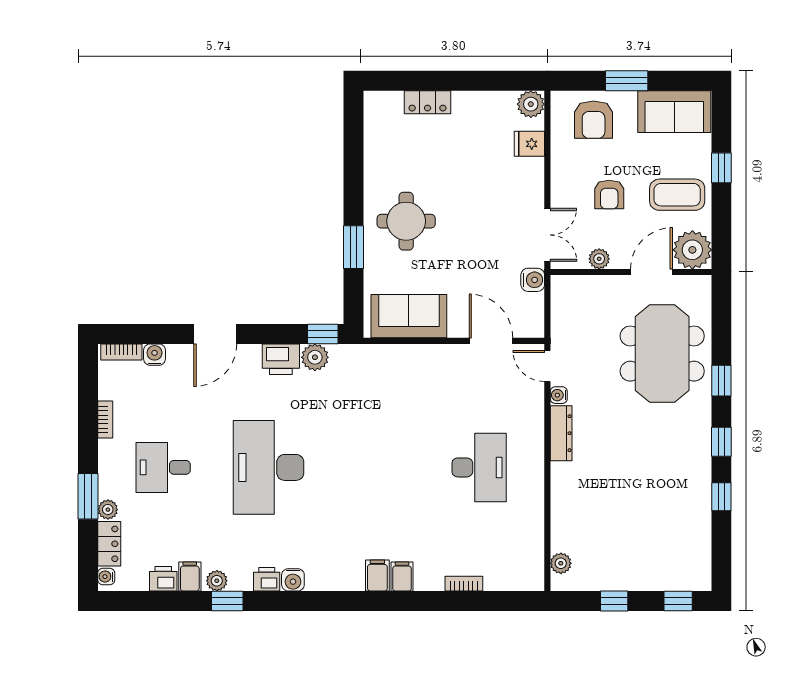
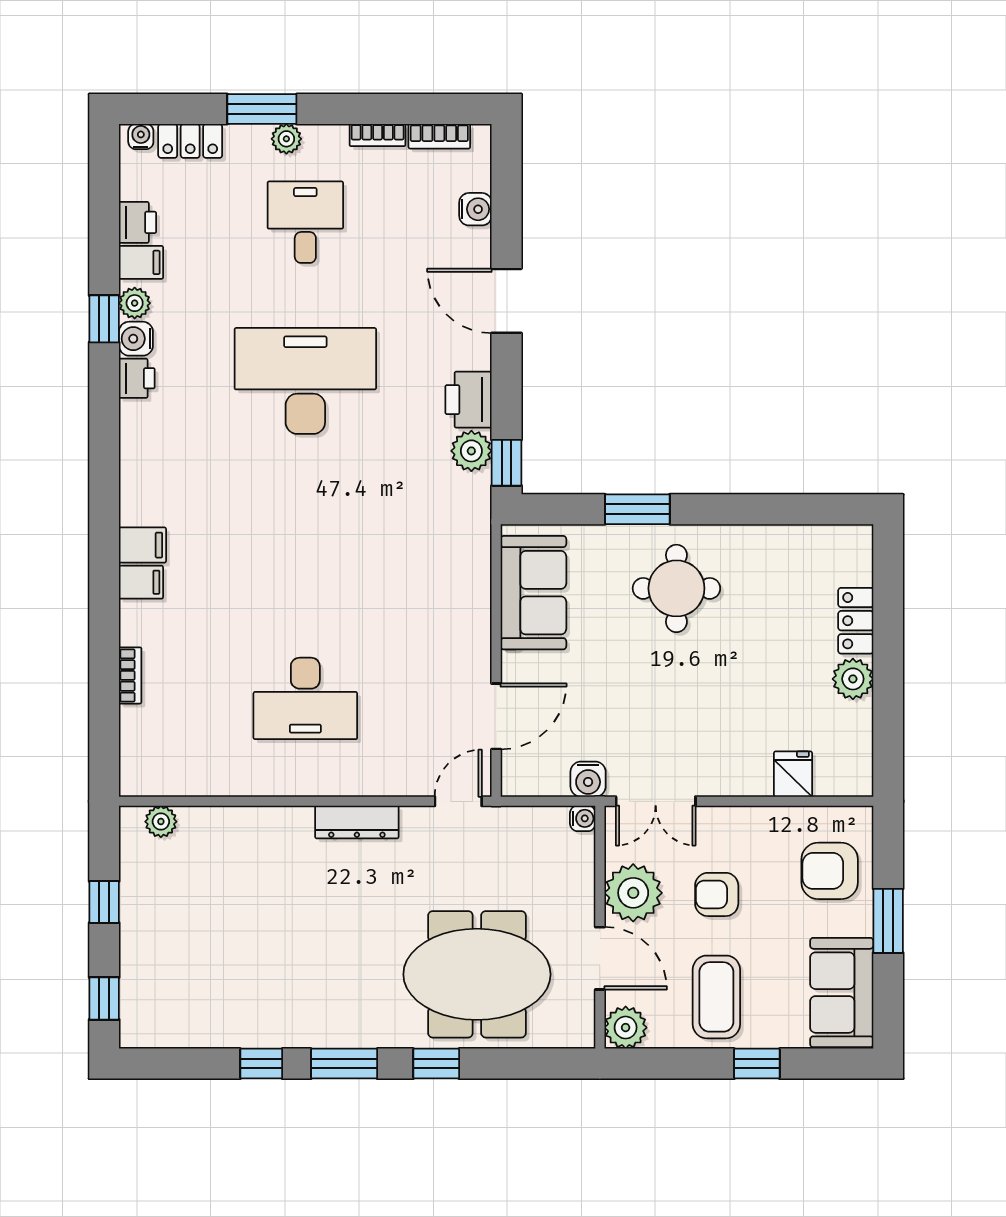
plant: (531, 104) -> (853, 679), moved
plant: (692, 250) -> (626, 1028), width x0.73, depth x0.73
plant: (599, 259) -> (633, 893), width x1.88, depth x1.88
bookcase: (121, 352) -> (439, 136), moved, turned -90
water cooler: (559, 395) -> (583, 818), moved, turned 90
window: (721, 442) -> (344, 1064), width x1.50
plant: (108, 510) -> (286, 139), moved
water cooler: (293, 580) -> (136, 339), moved

